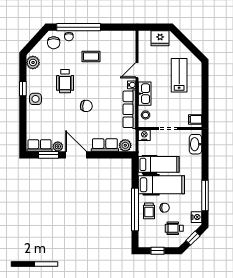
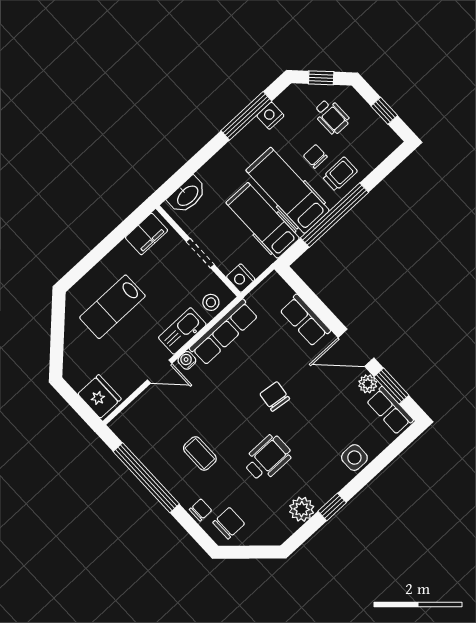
window: (79, 27) -> (146, 478), moved
fridge: (160, 38) -> (100, 396), moved
plant: (33, 62) -> (302, 509), moved
side table: (35, 99) -> (354, 458), moved
filing cabinet: (195, 119) -> (147, 234), width x2.00
plant: (125, 145) -> (279, 291), removed
door: (76, 155) -> (356, 348), hinge flipped
window: (135, 210) -> (335, 215), moved
nightstand: (196, 217) -> (270, 116), moved

